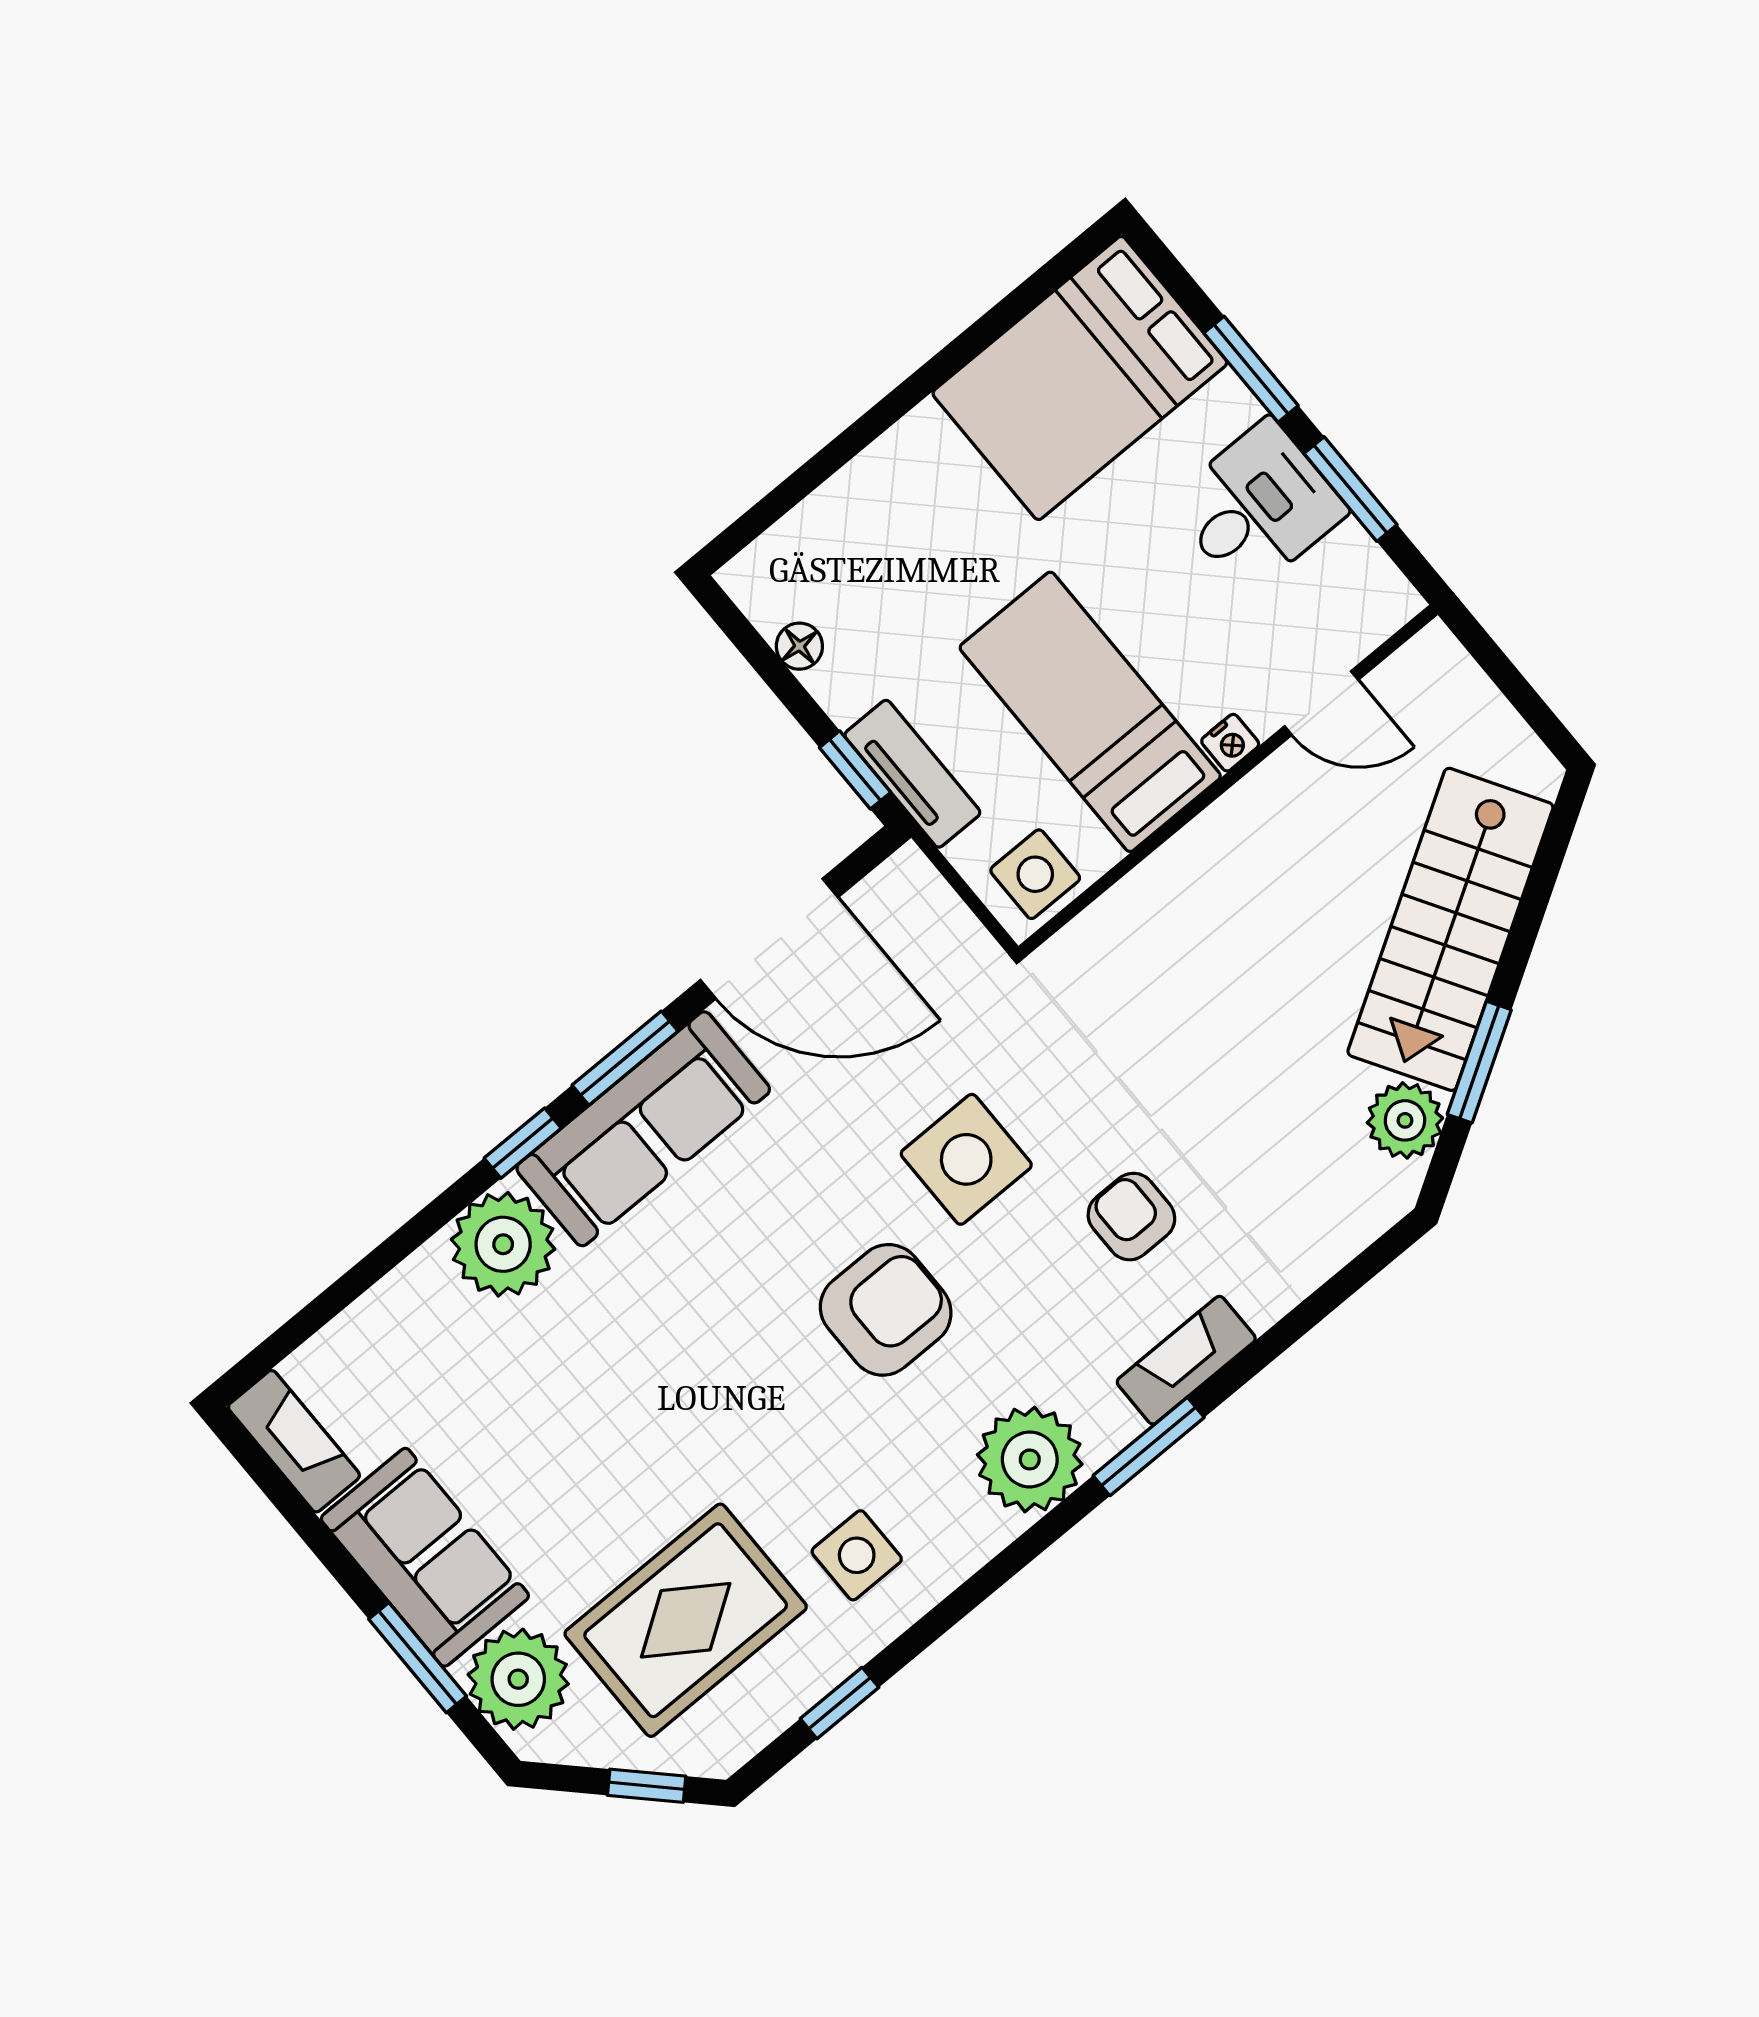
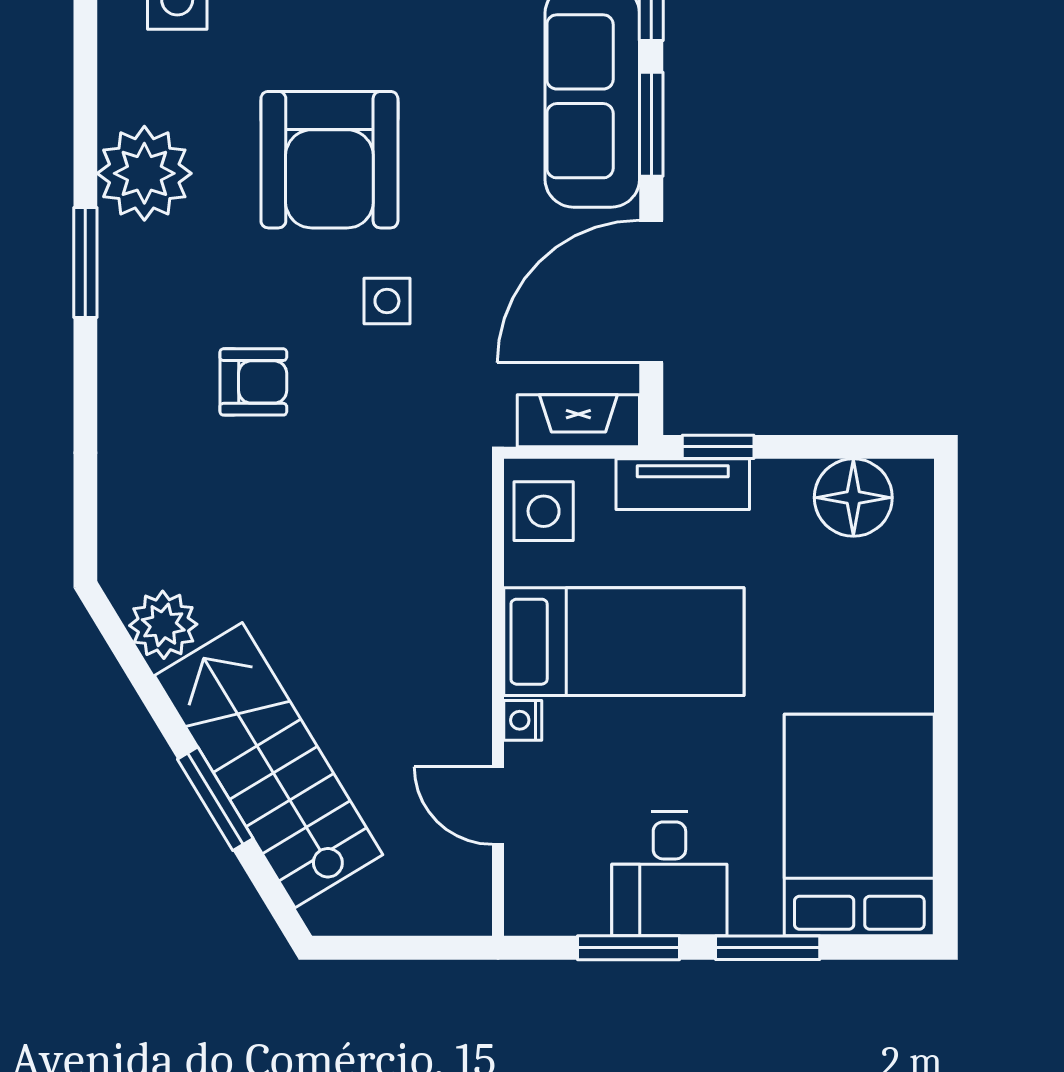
floor lamp: (799, 646) -> (853, 498), width x1.89, depth x1.89
door: (1321, 703) -> (498, 806), hinge flipped
window: (1479, 1062) -> (215, 799), moved
side table: (966, 1159) -> (387, 301), width x0.54, depth x0.54
armchair: (886, 1310) -> (329, 160), width x1.36, depth x1.36
fireplace: (1186, 1360) -> (578, 421), moved, turned -90

